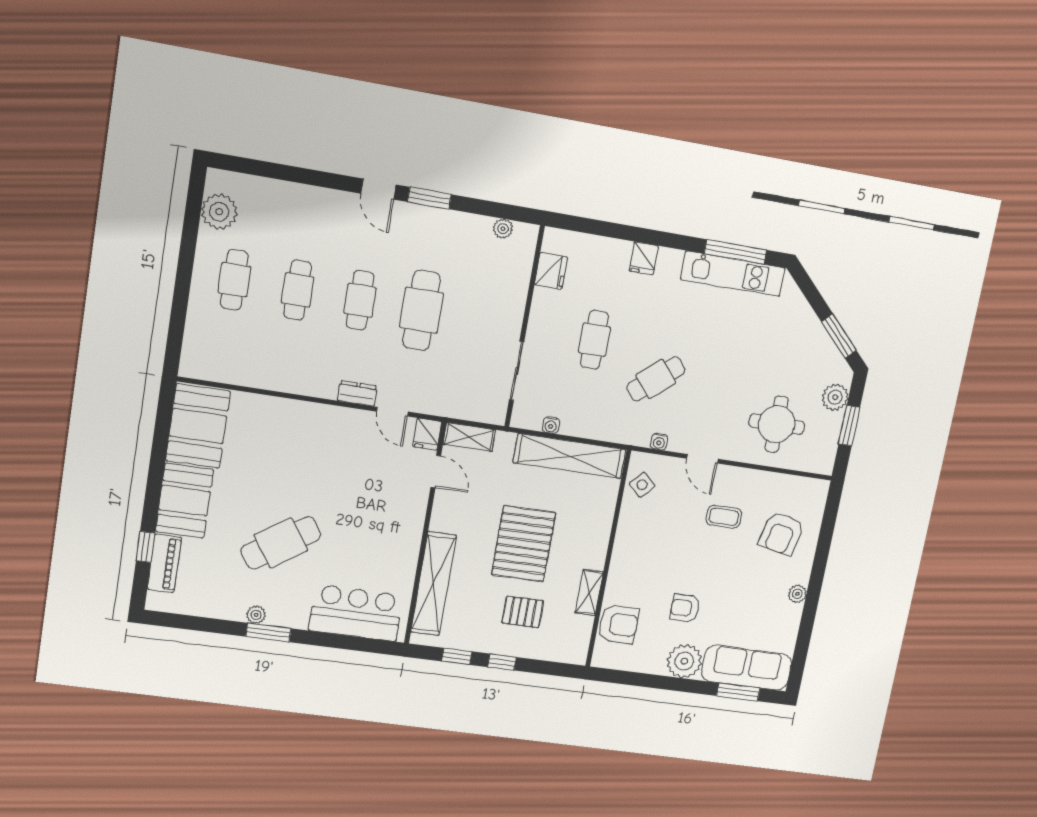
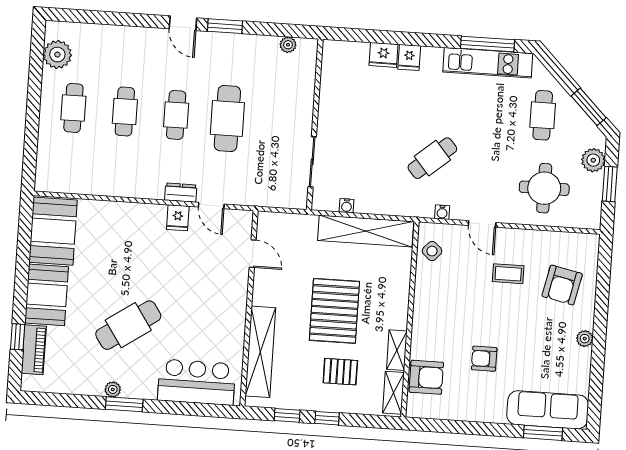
fridge: (551, 271) -> (383, 55), moved, turned 90
cafe table: (594, 340) -> (543, 115), moved
fridge: (427, 434) -> (178, 218), moved
shelving: (469, 437) -> (393, 393), moved, turned 90
plant: (684, 661) -> (490, 407), removed

